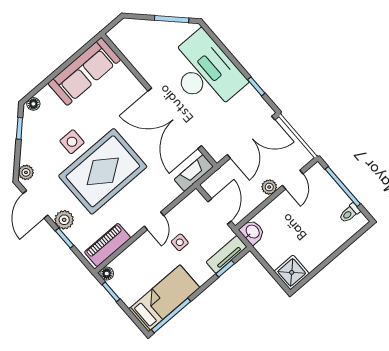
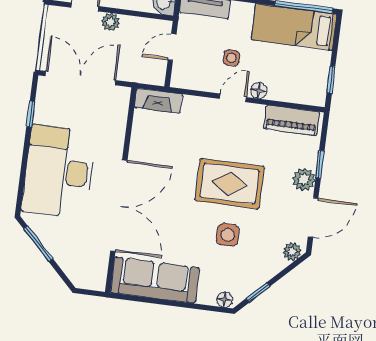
double door: (175, 118) -> (119, 206), moved
rug: (103, 171) -> (230, 184), width x0.73, depth x0.69
door: (219, 211) -> (172, 47), width x0.73
floor lamp: (107, 274) -> (259, 91), moved

